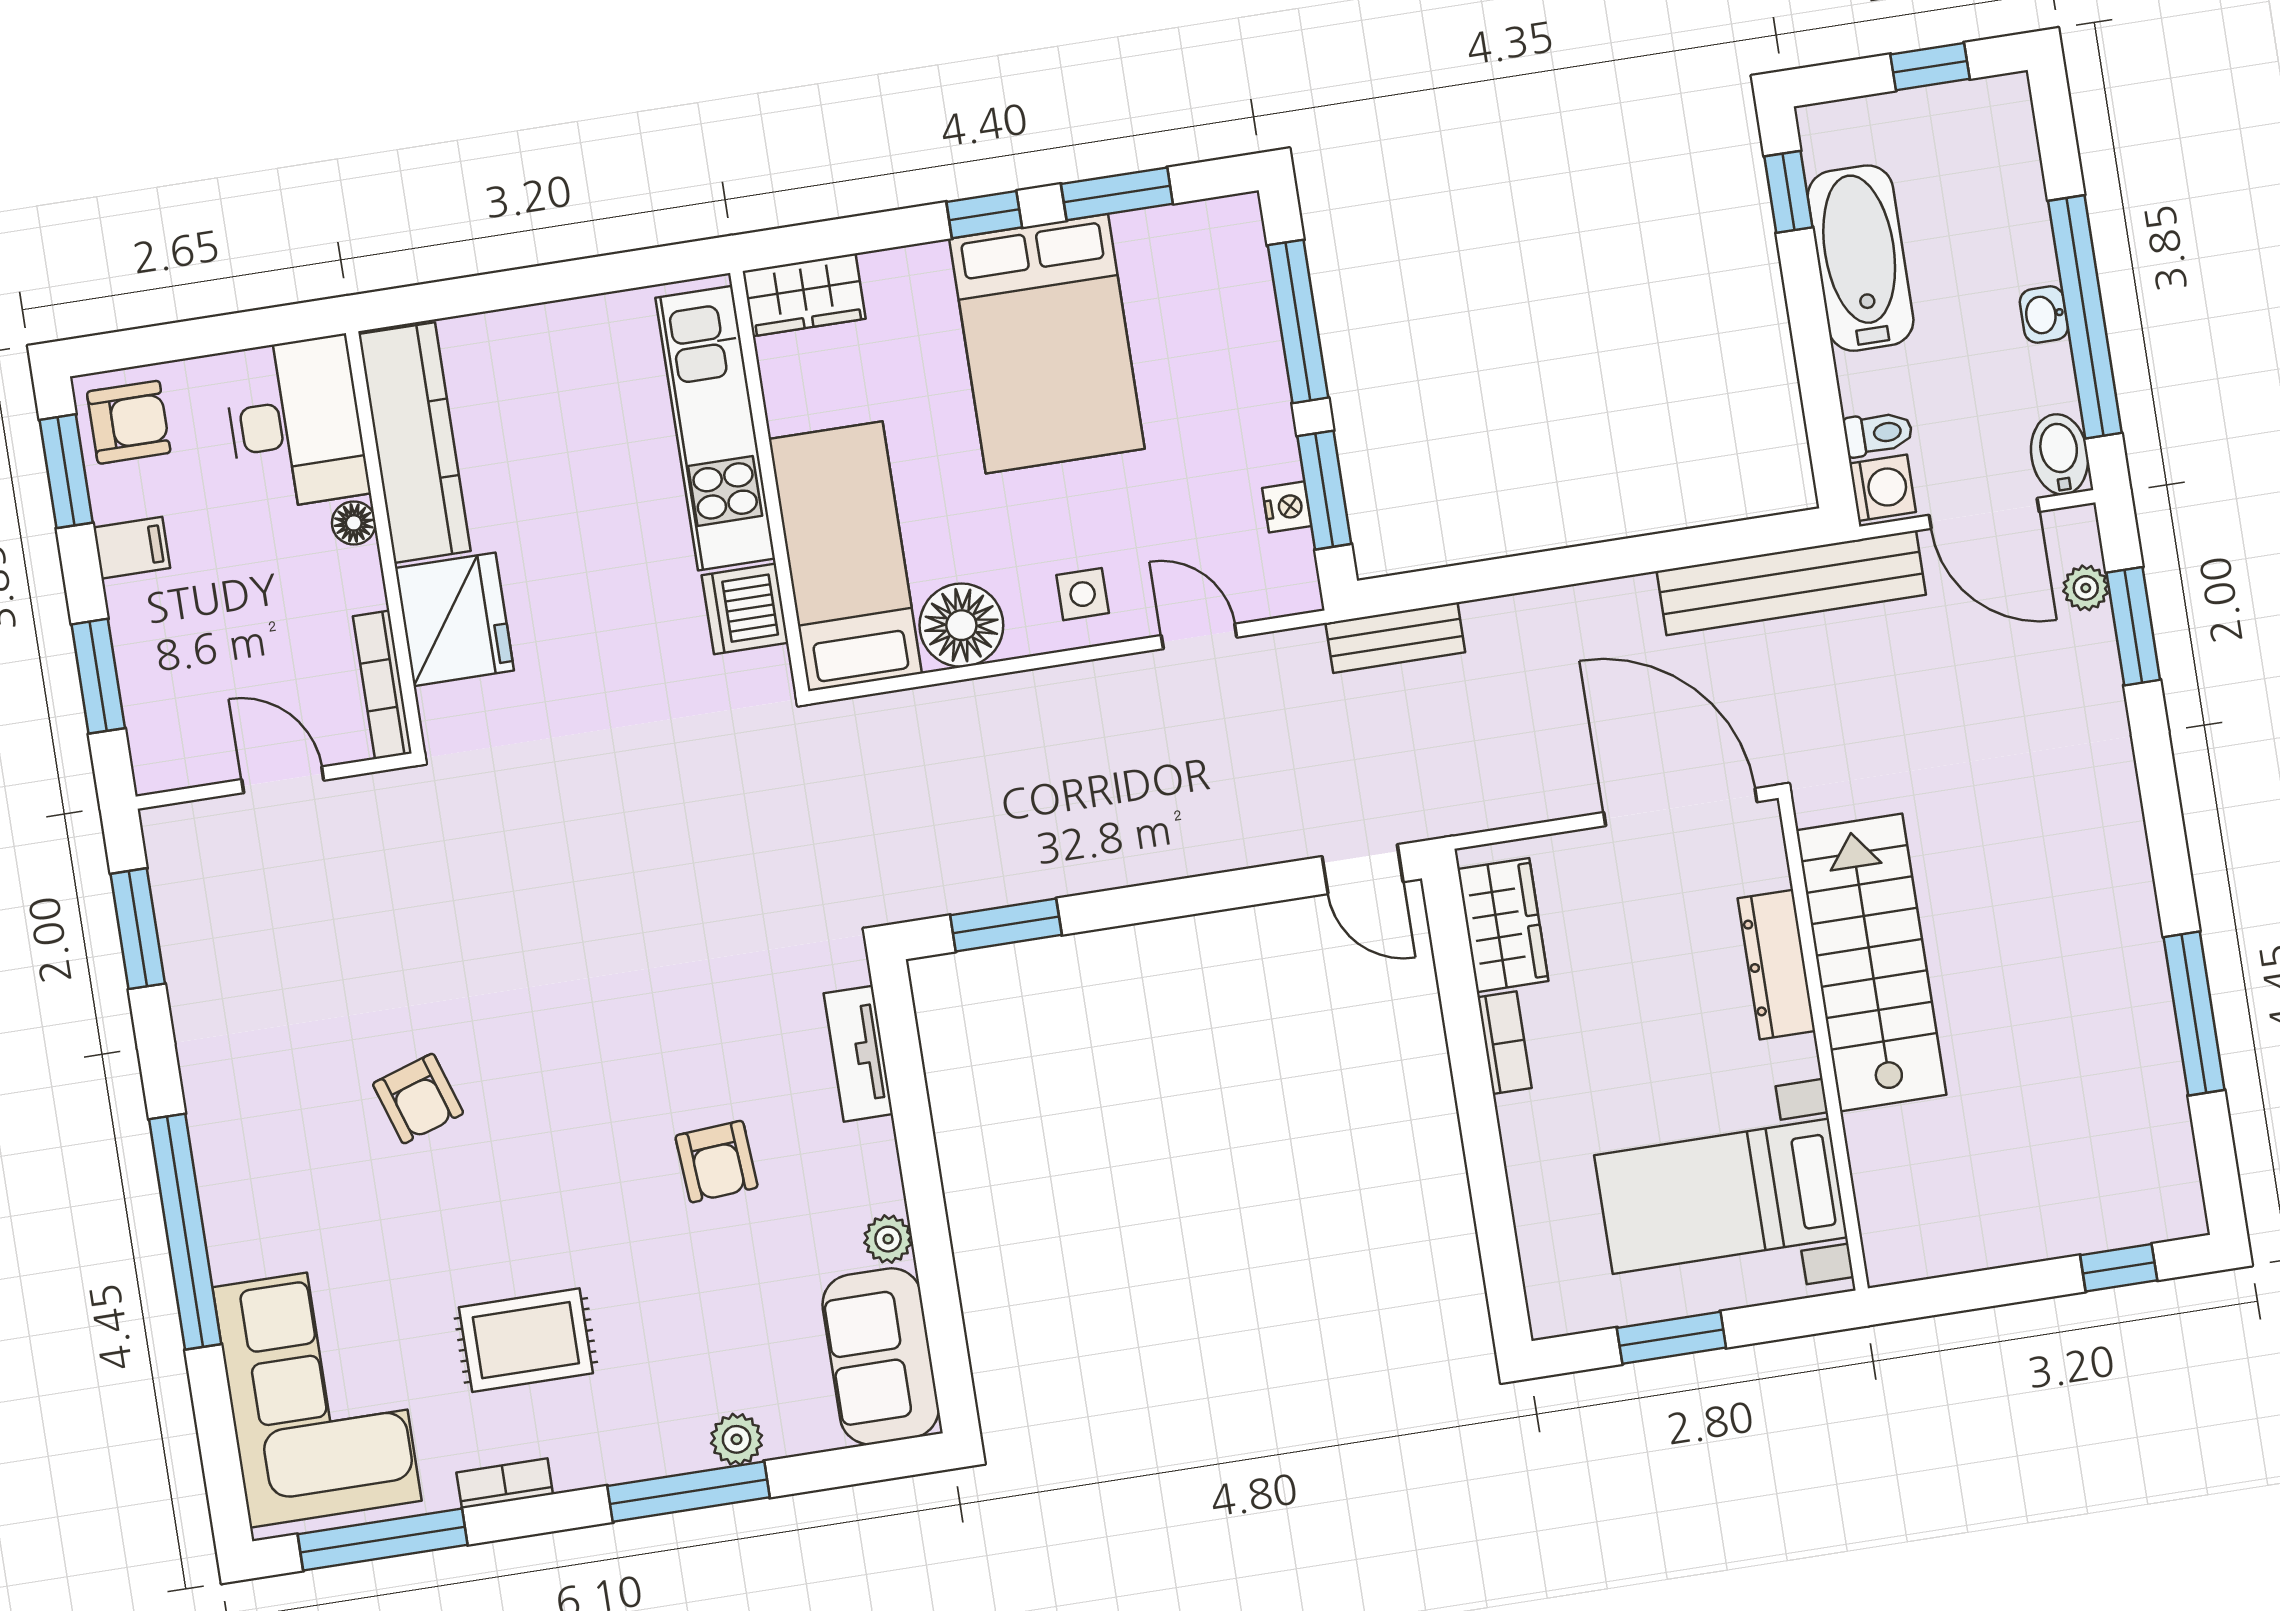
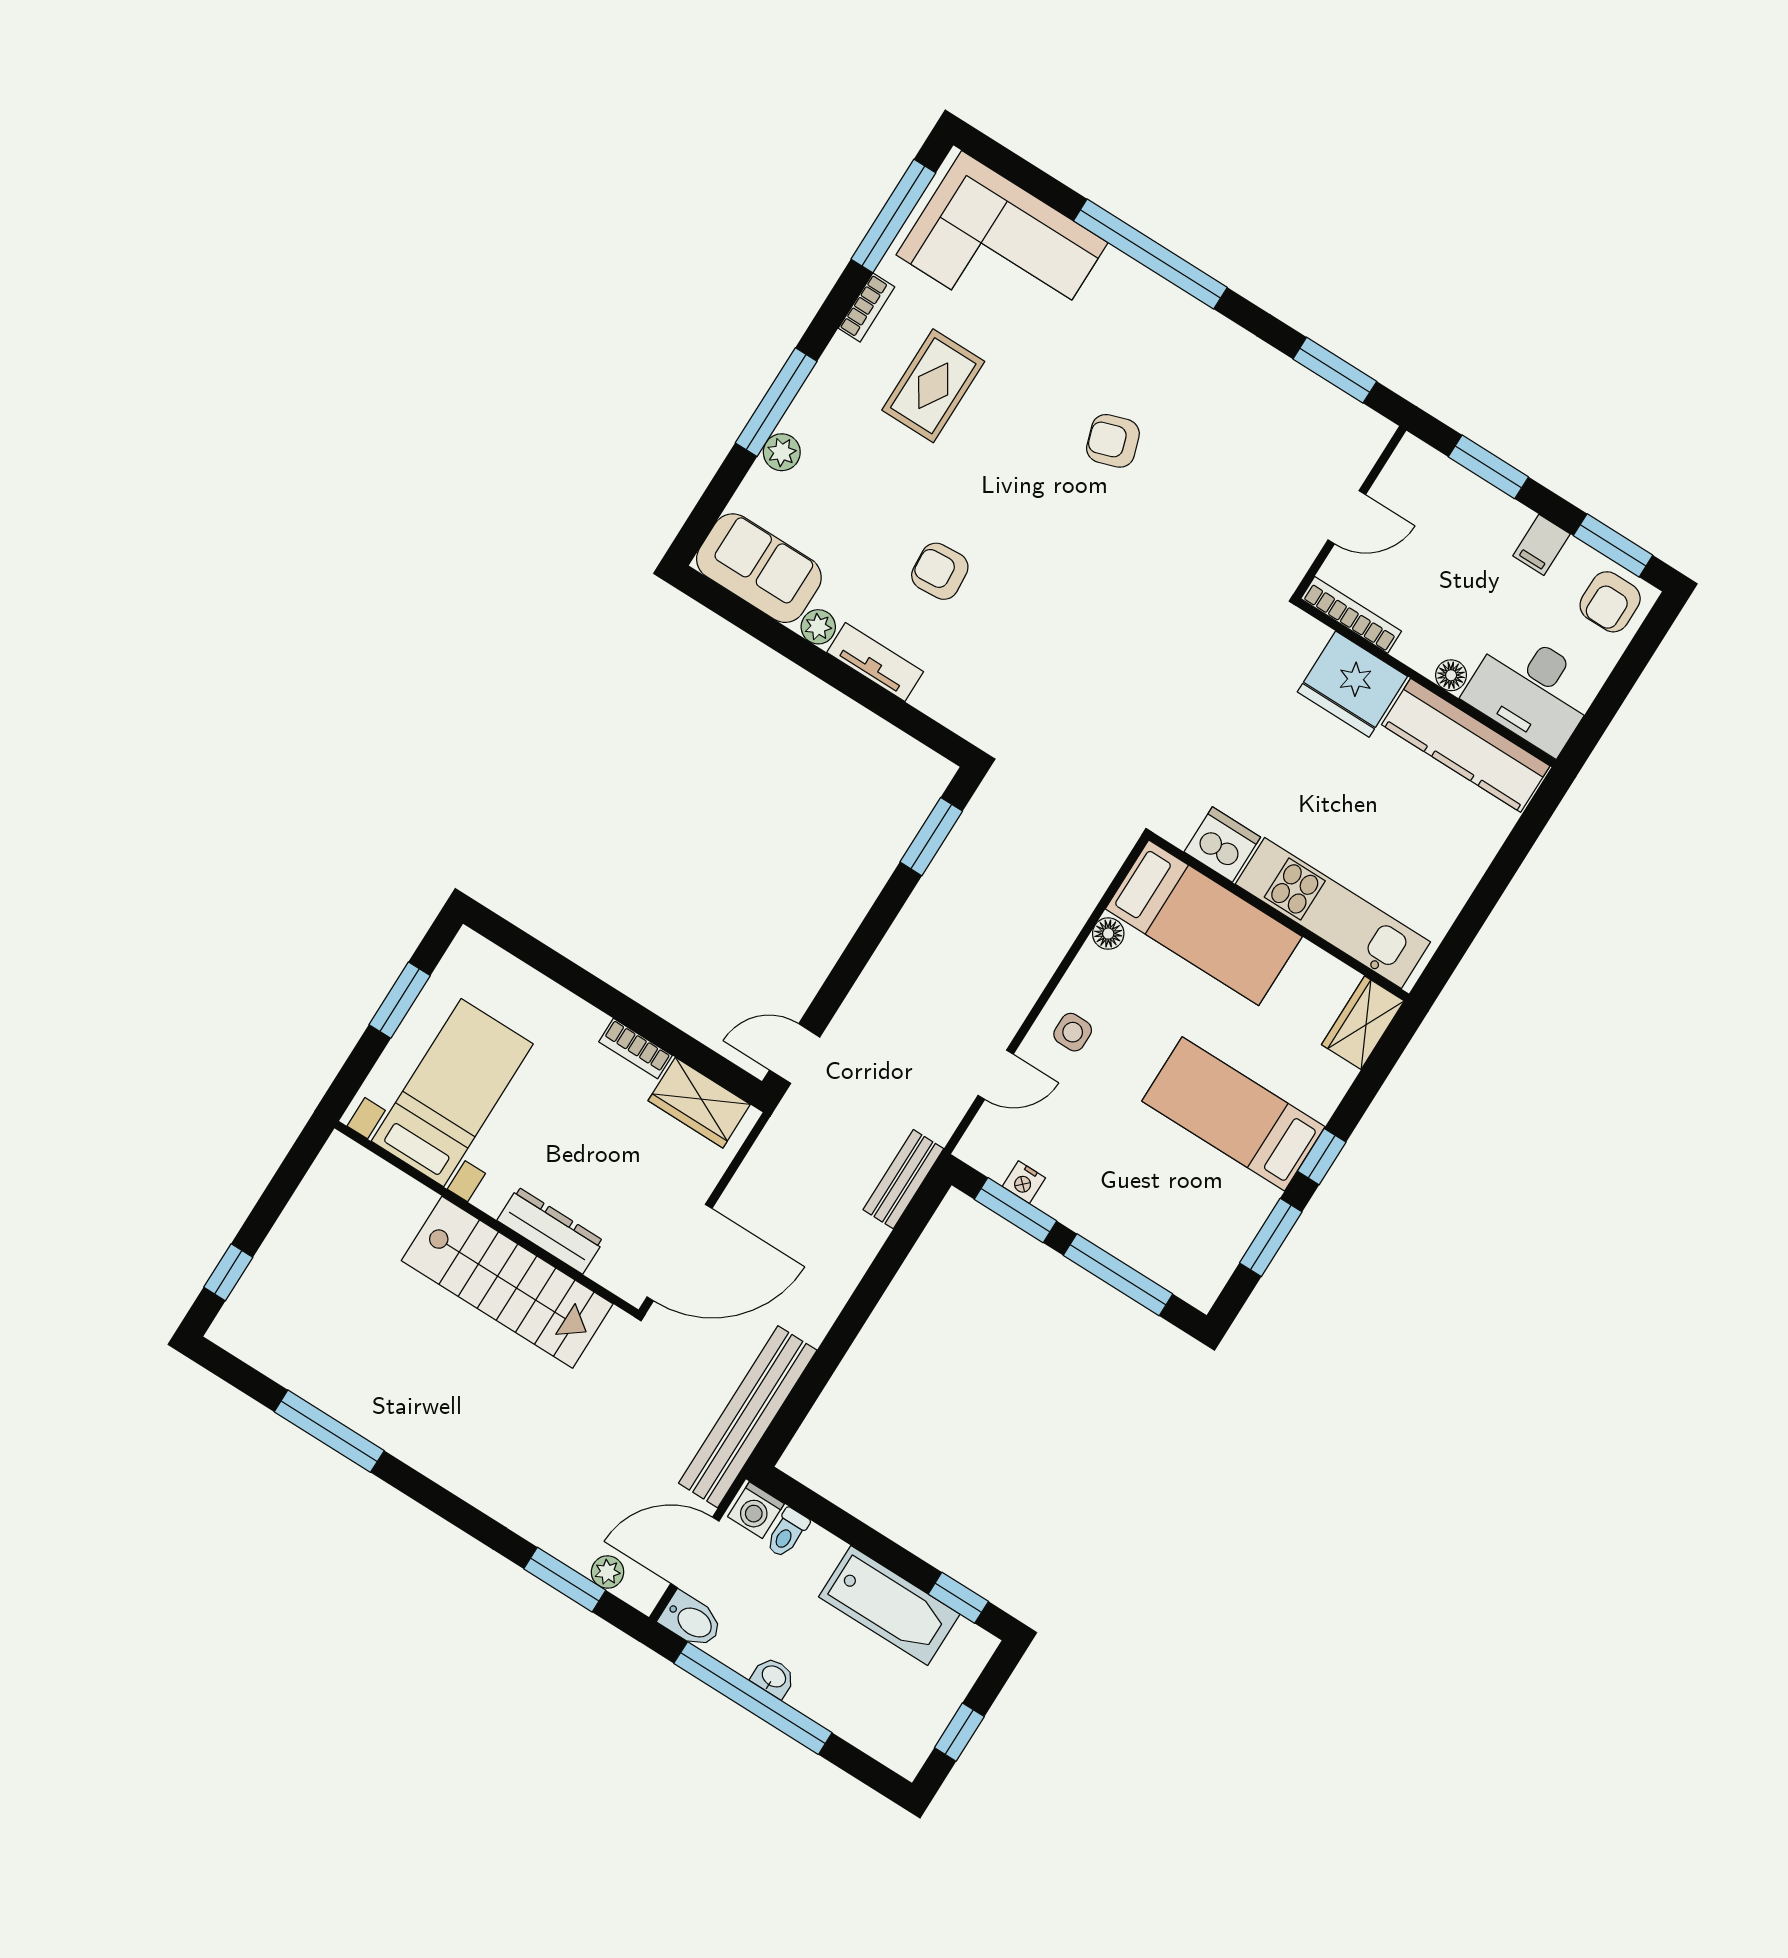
bed: (1047, 344) -> (1233, 1114), width x0.67
floor lamp: (961, 625) -> (1108, 934), width x0.53, depth x0.53
tv unit: (858, 1054) -> (875, 662), moved

